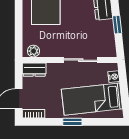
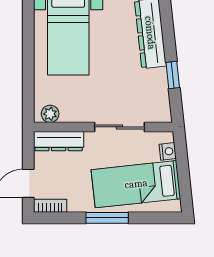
dresser: (34, 70) -> (59, 141), width x1.44
window: (72, 122) -> (107, 218), width x1.50

